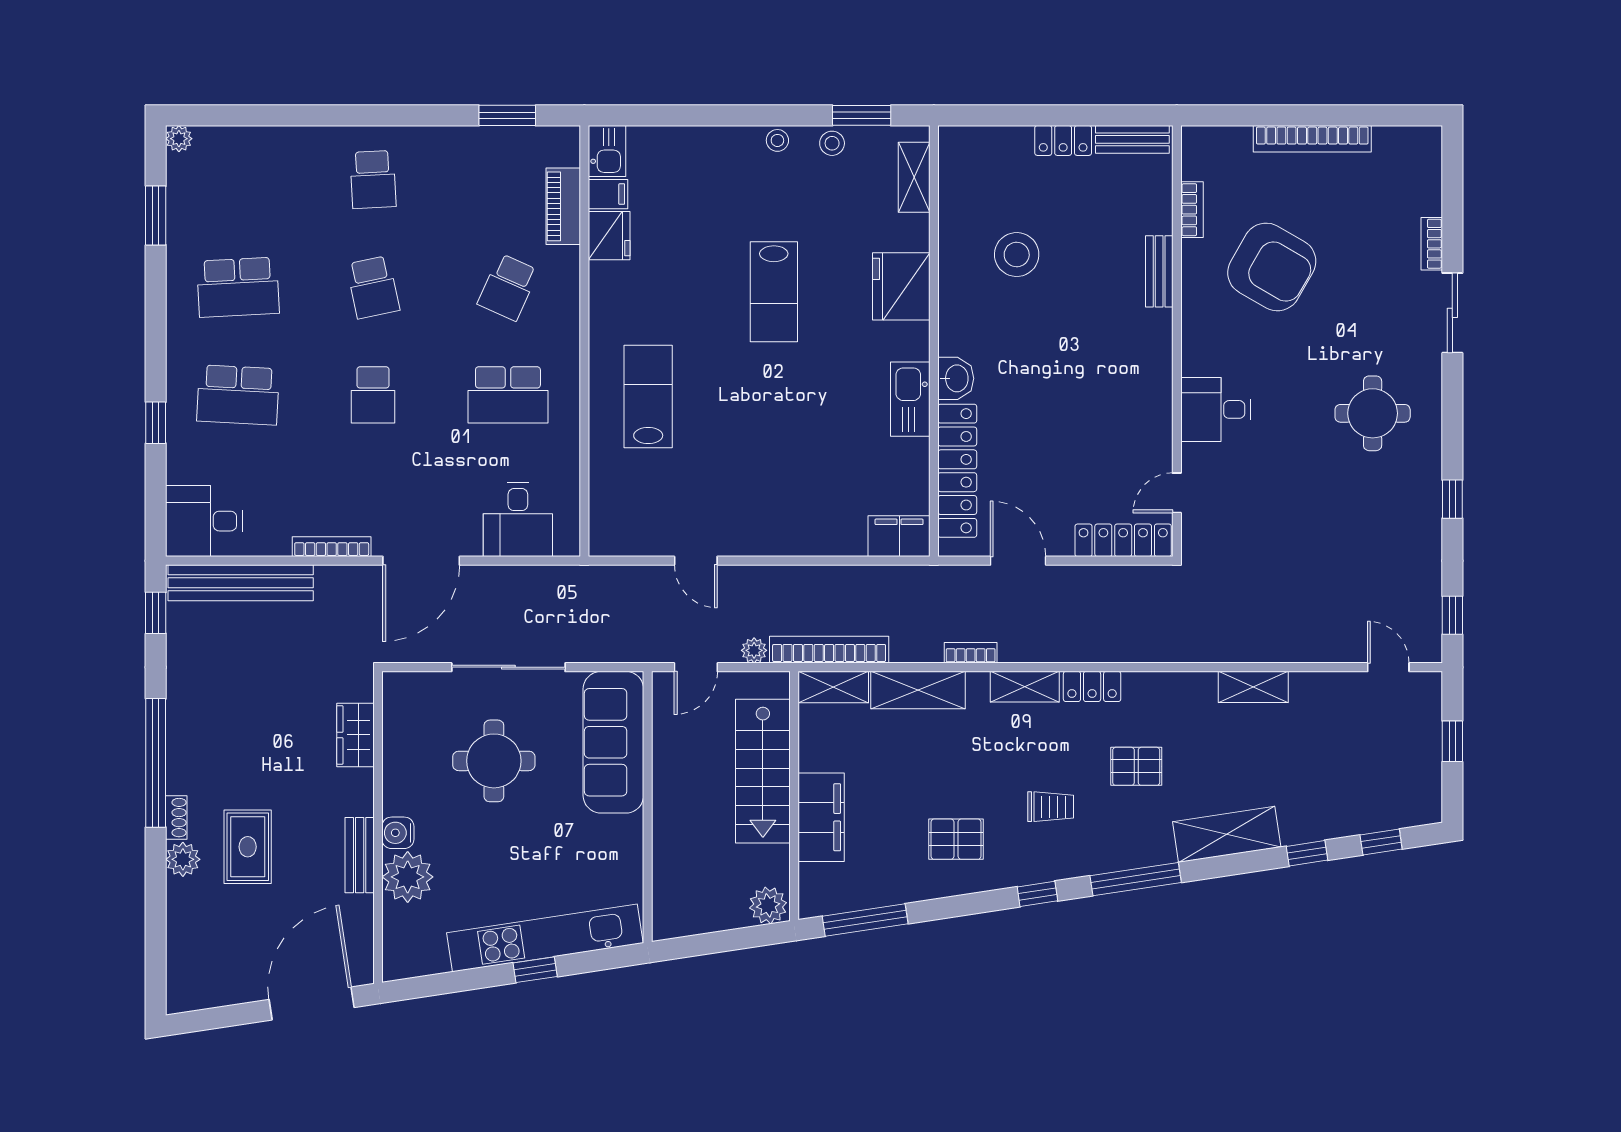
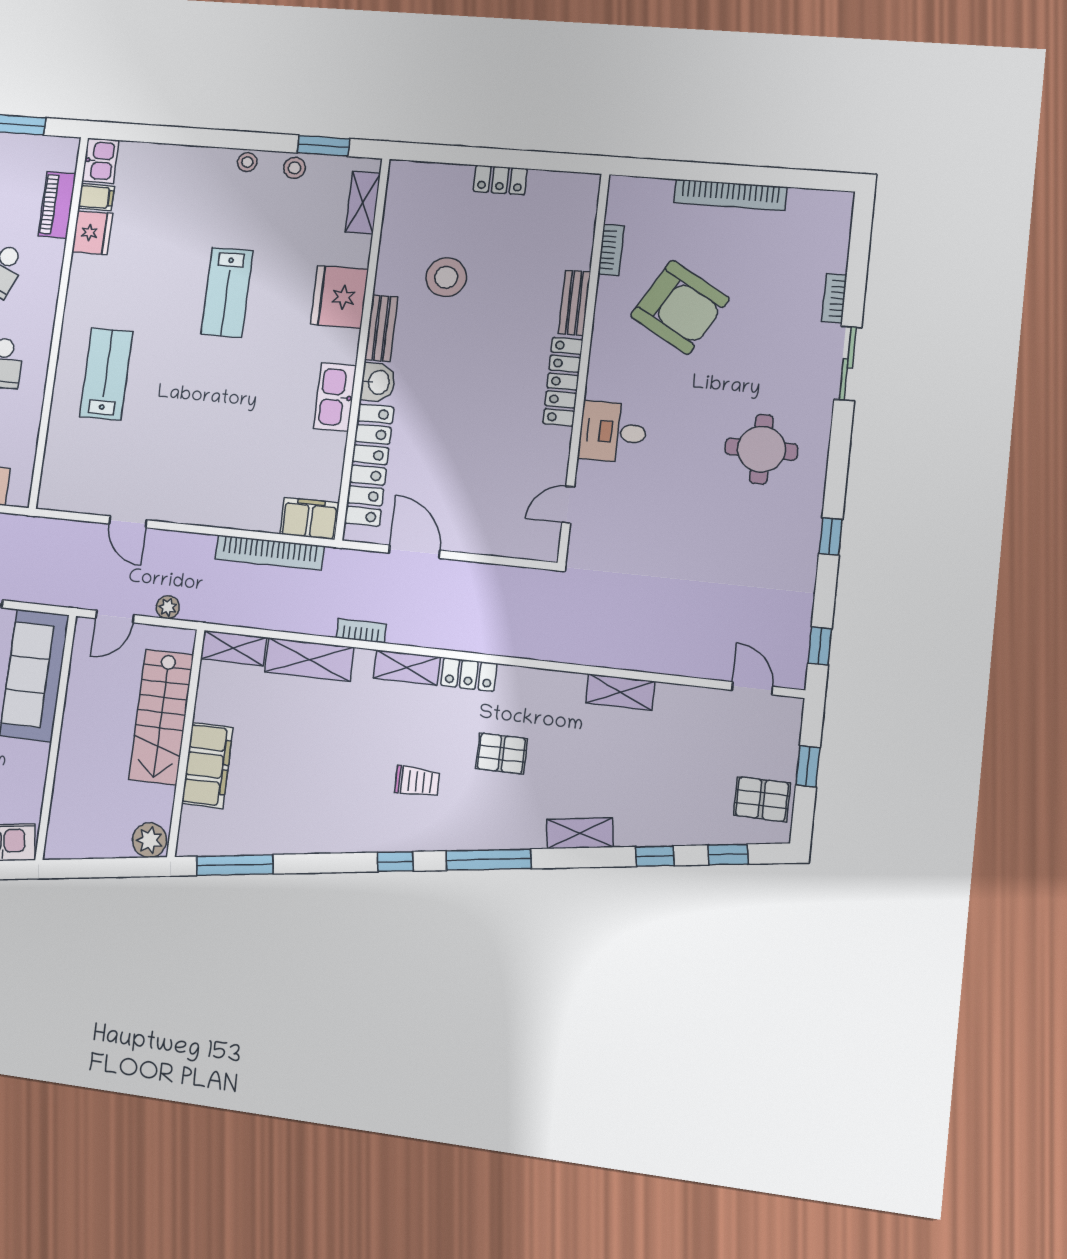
bench: (1132, 139) -> (381, 328), moved, turned 90
locker: (1123, 540) -> (563, 382), moved, turned -90
bookcase: (829, 650) -> (270, 553), moved, turned 180
shelving: (1227, 834) -> (580, 833), width x0.67, depth x0.75
pallet: (956, 839) -> (762, 799), moved

